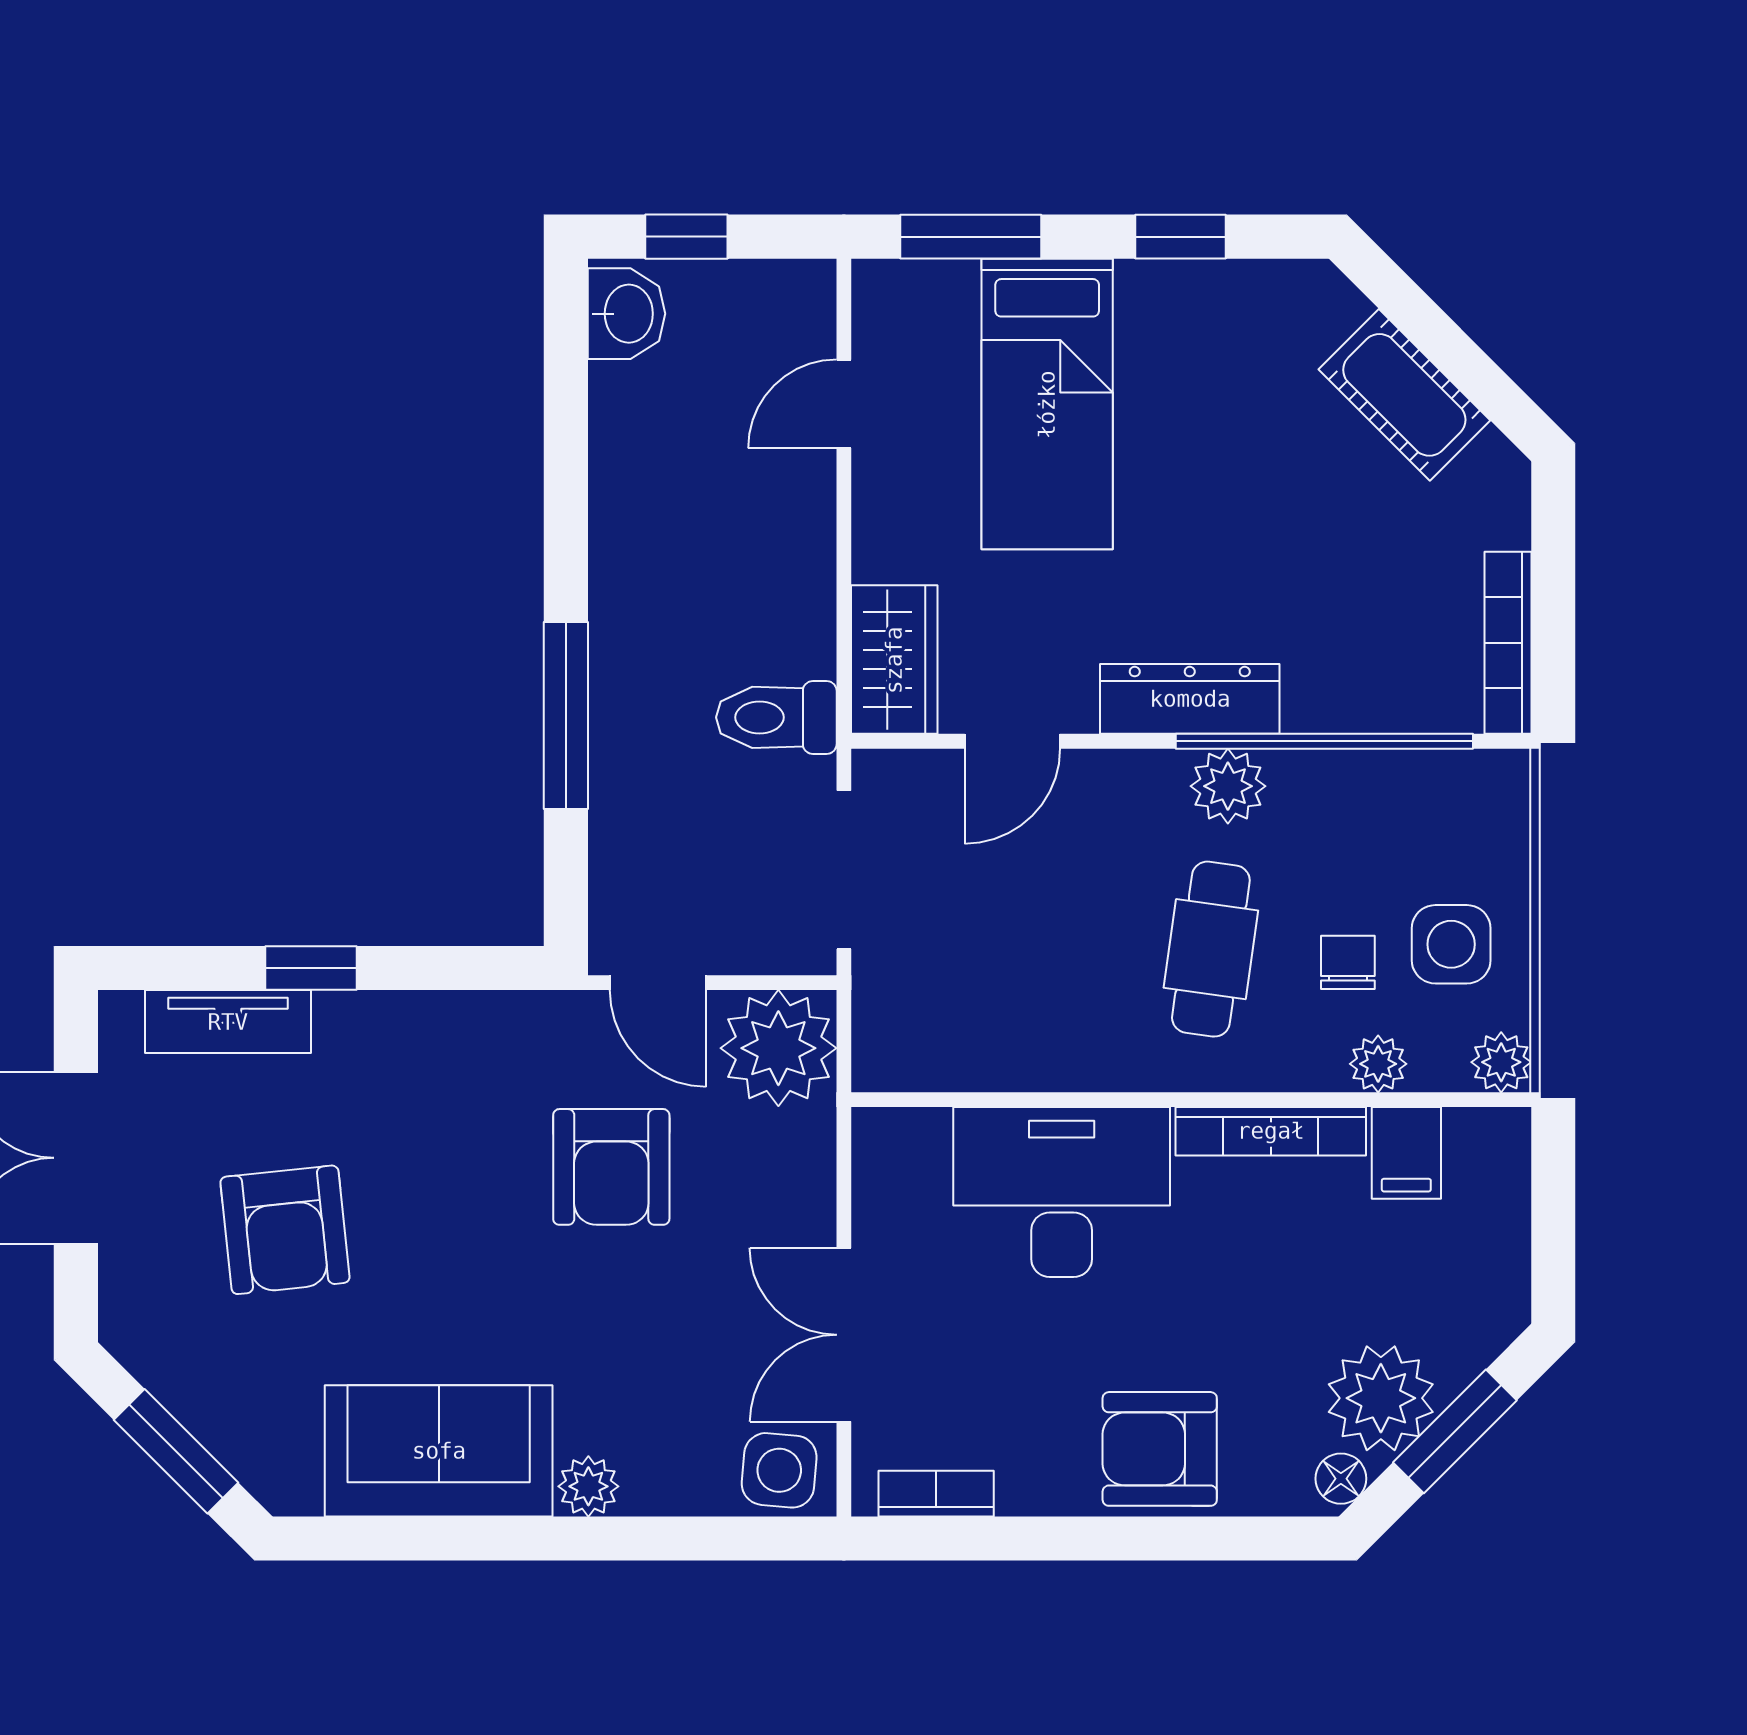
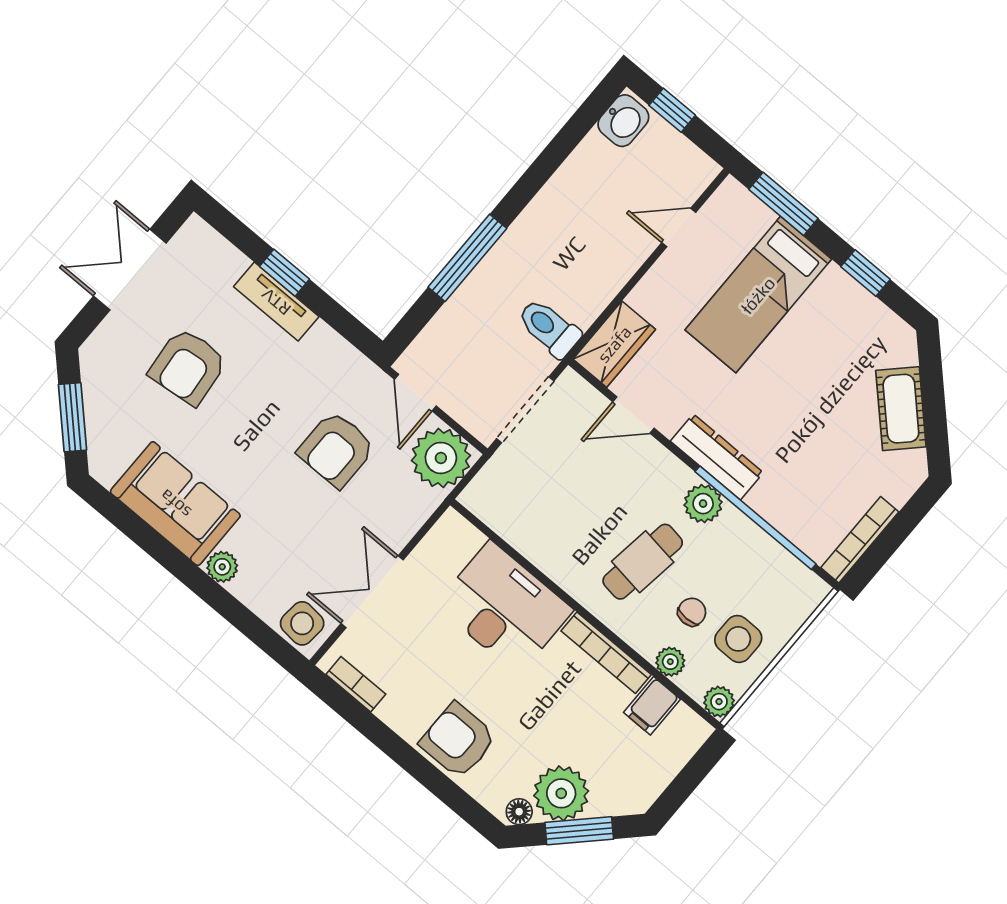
tv unit: (228, 1022) -> (276, 302), moved

